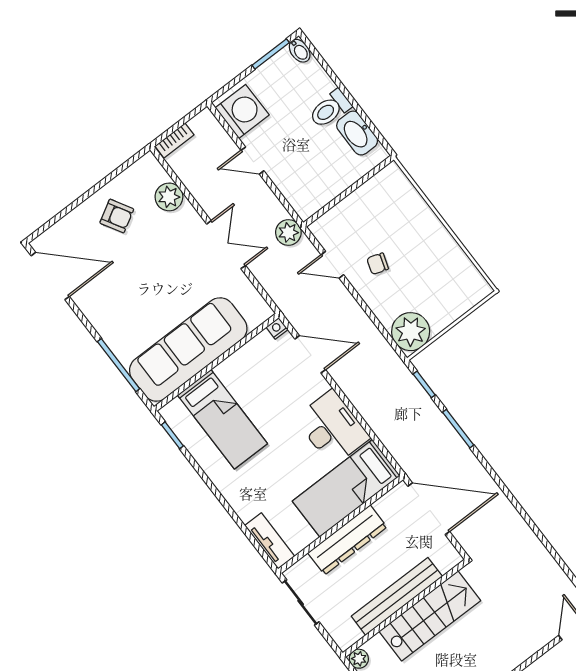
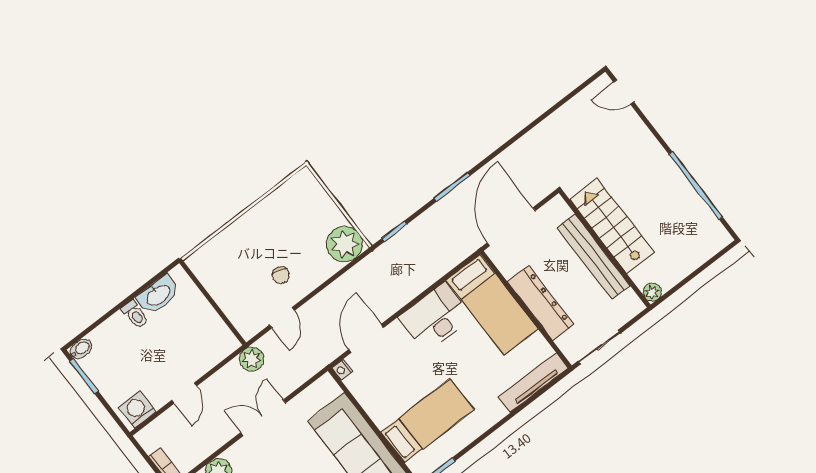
toilet: (330, 109) -> (135, 314), width x0.73, depth x0.72
washing machine: (242, 111) -> (137, 410), width x0.73, depth x0.73
window: (458, 429) -> (452, 187), moved
tv unit: (270, 541) -> (533, 383), width x1.41

